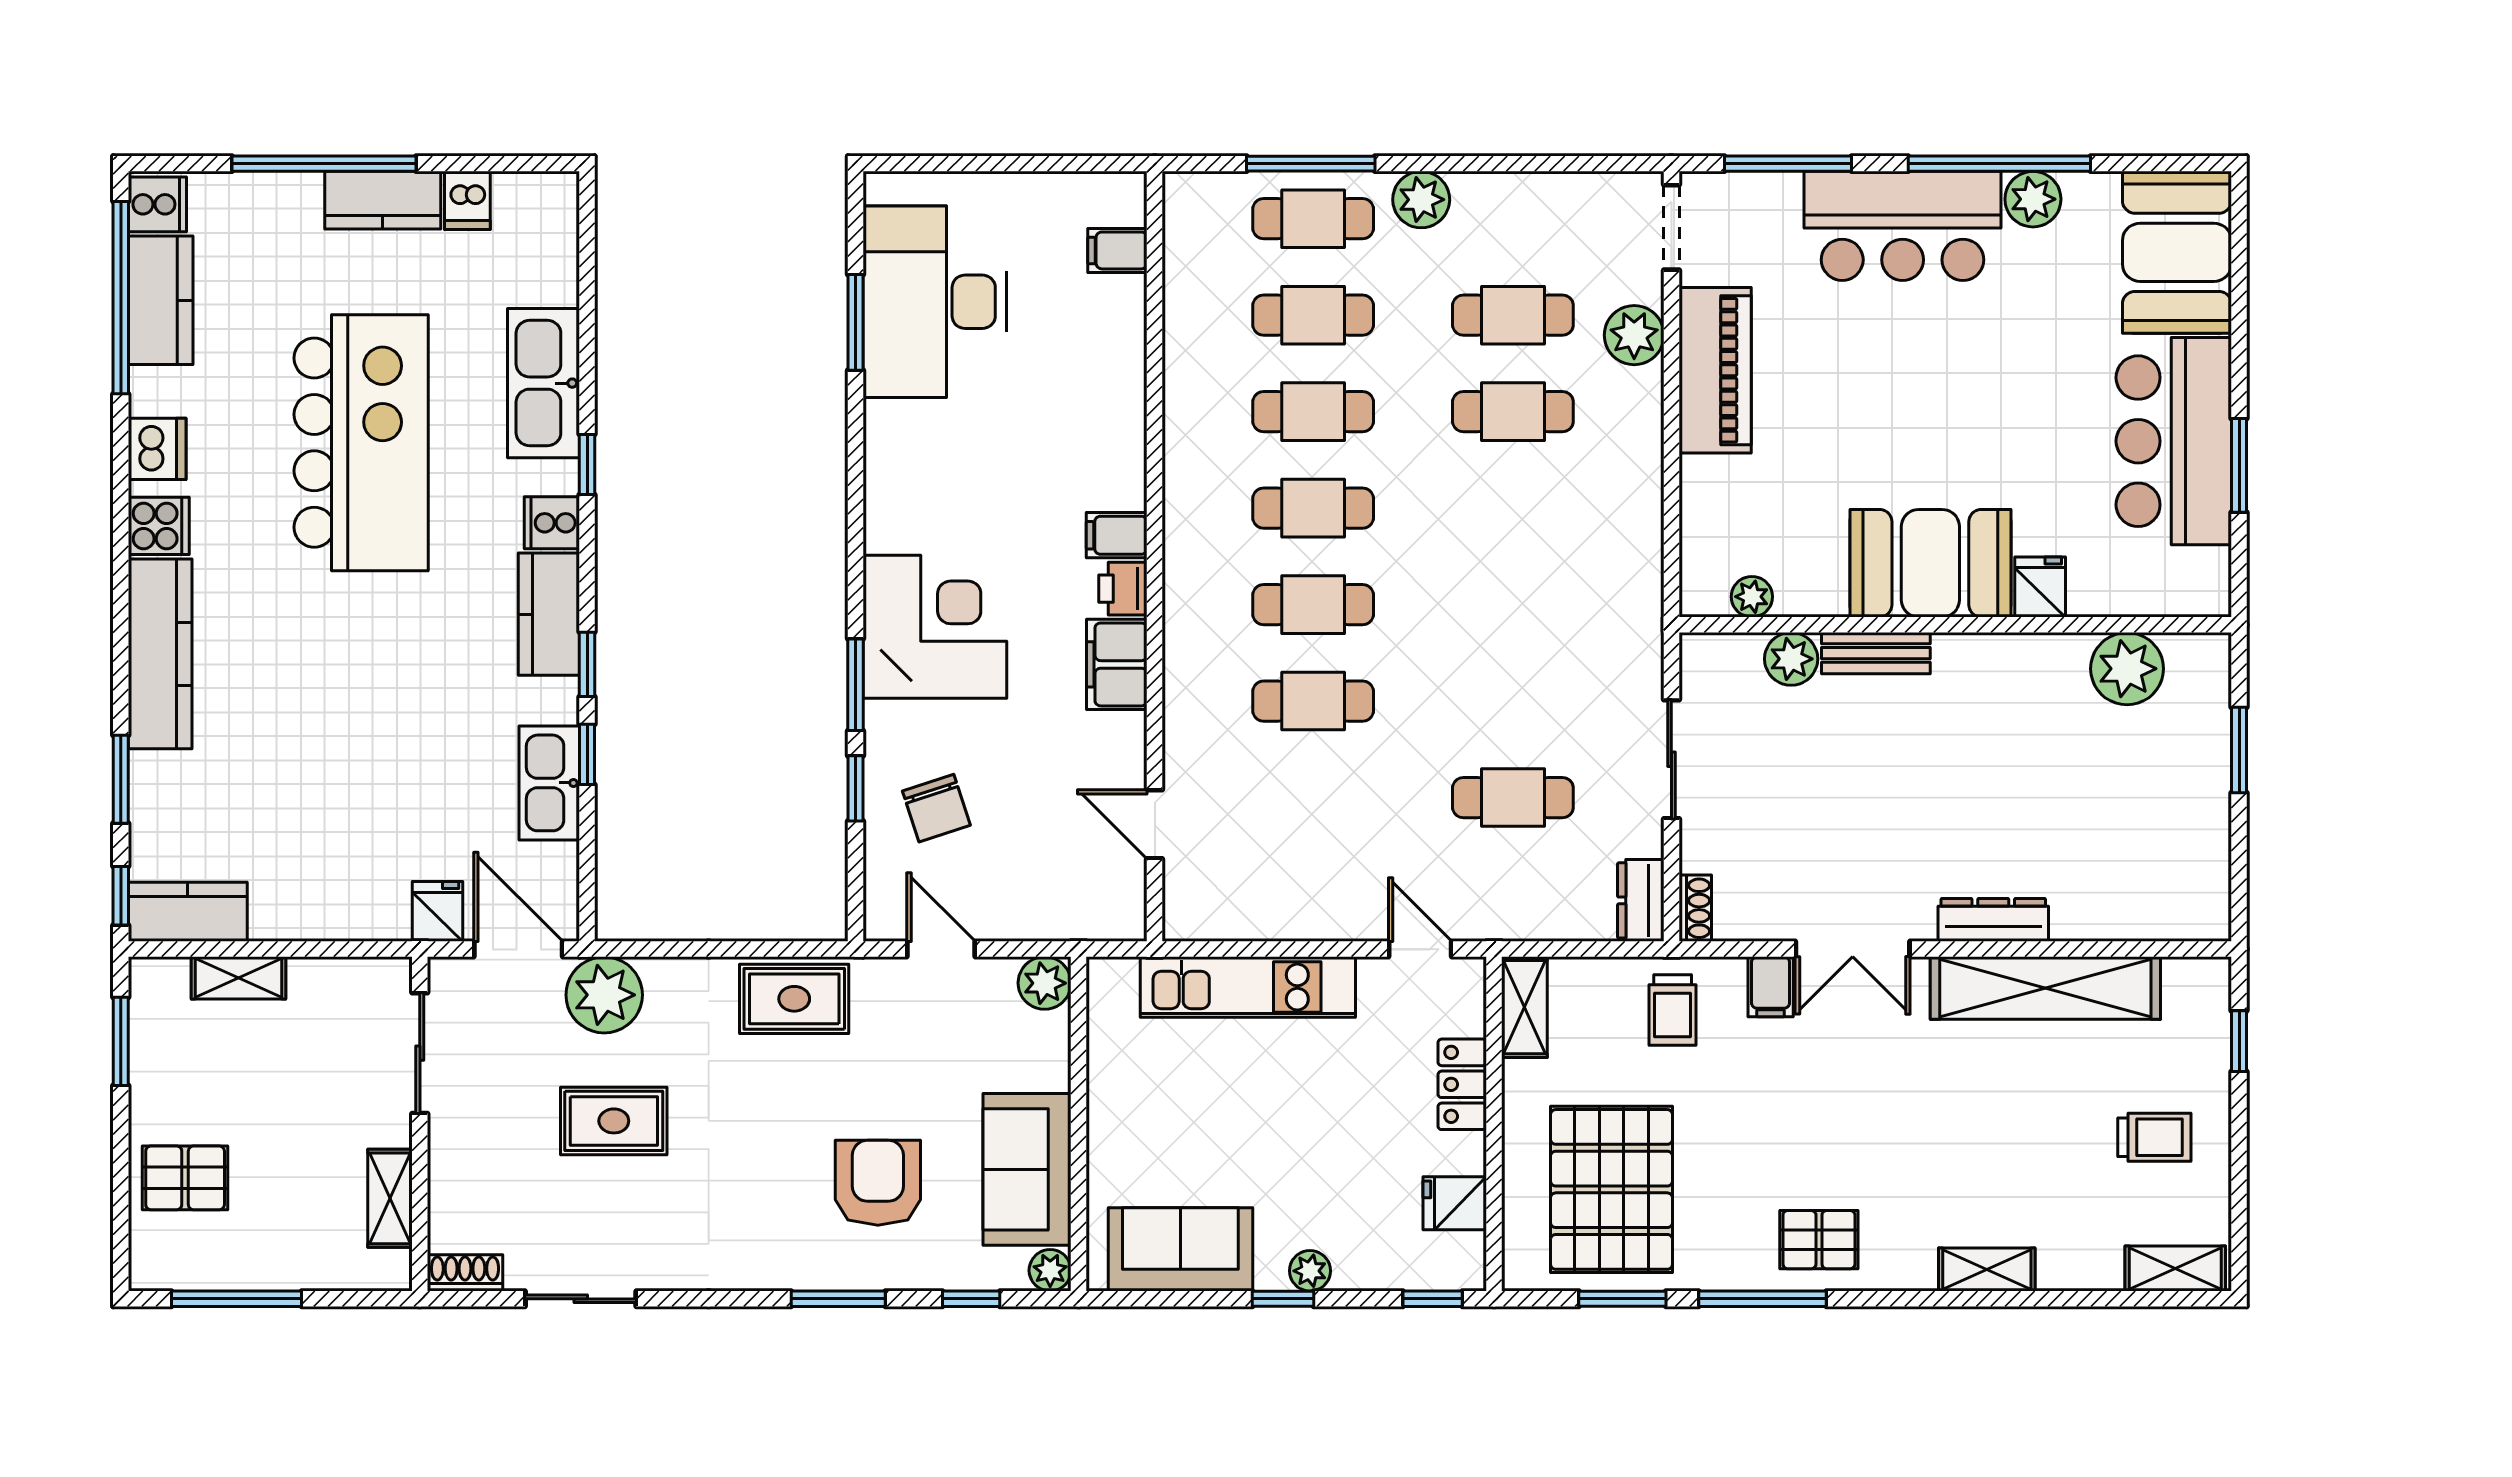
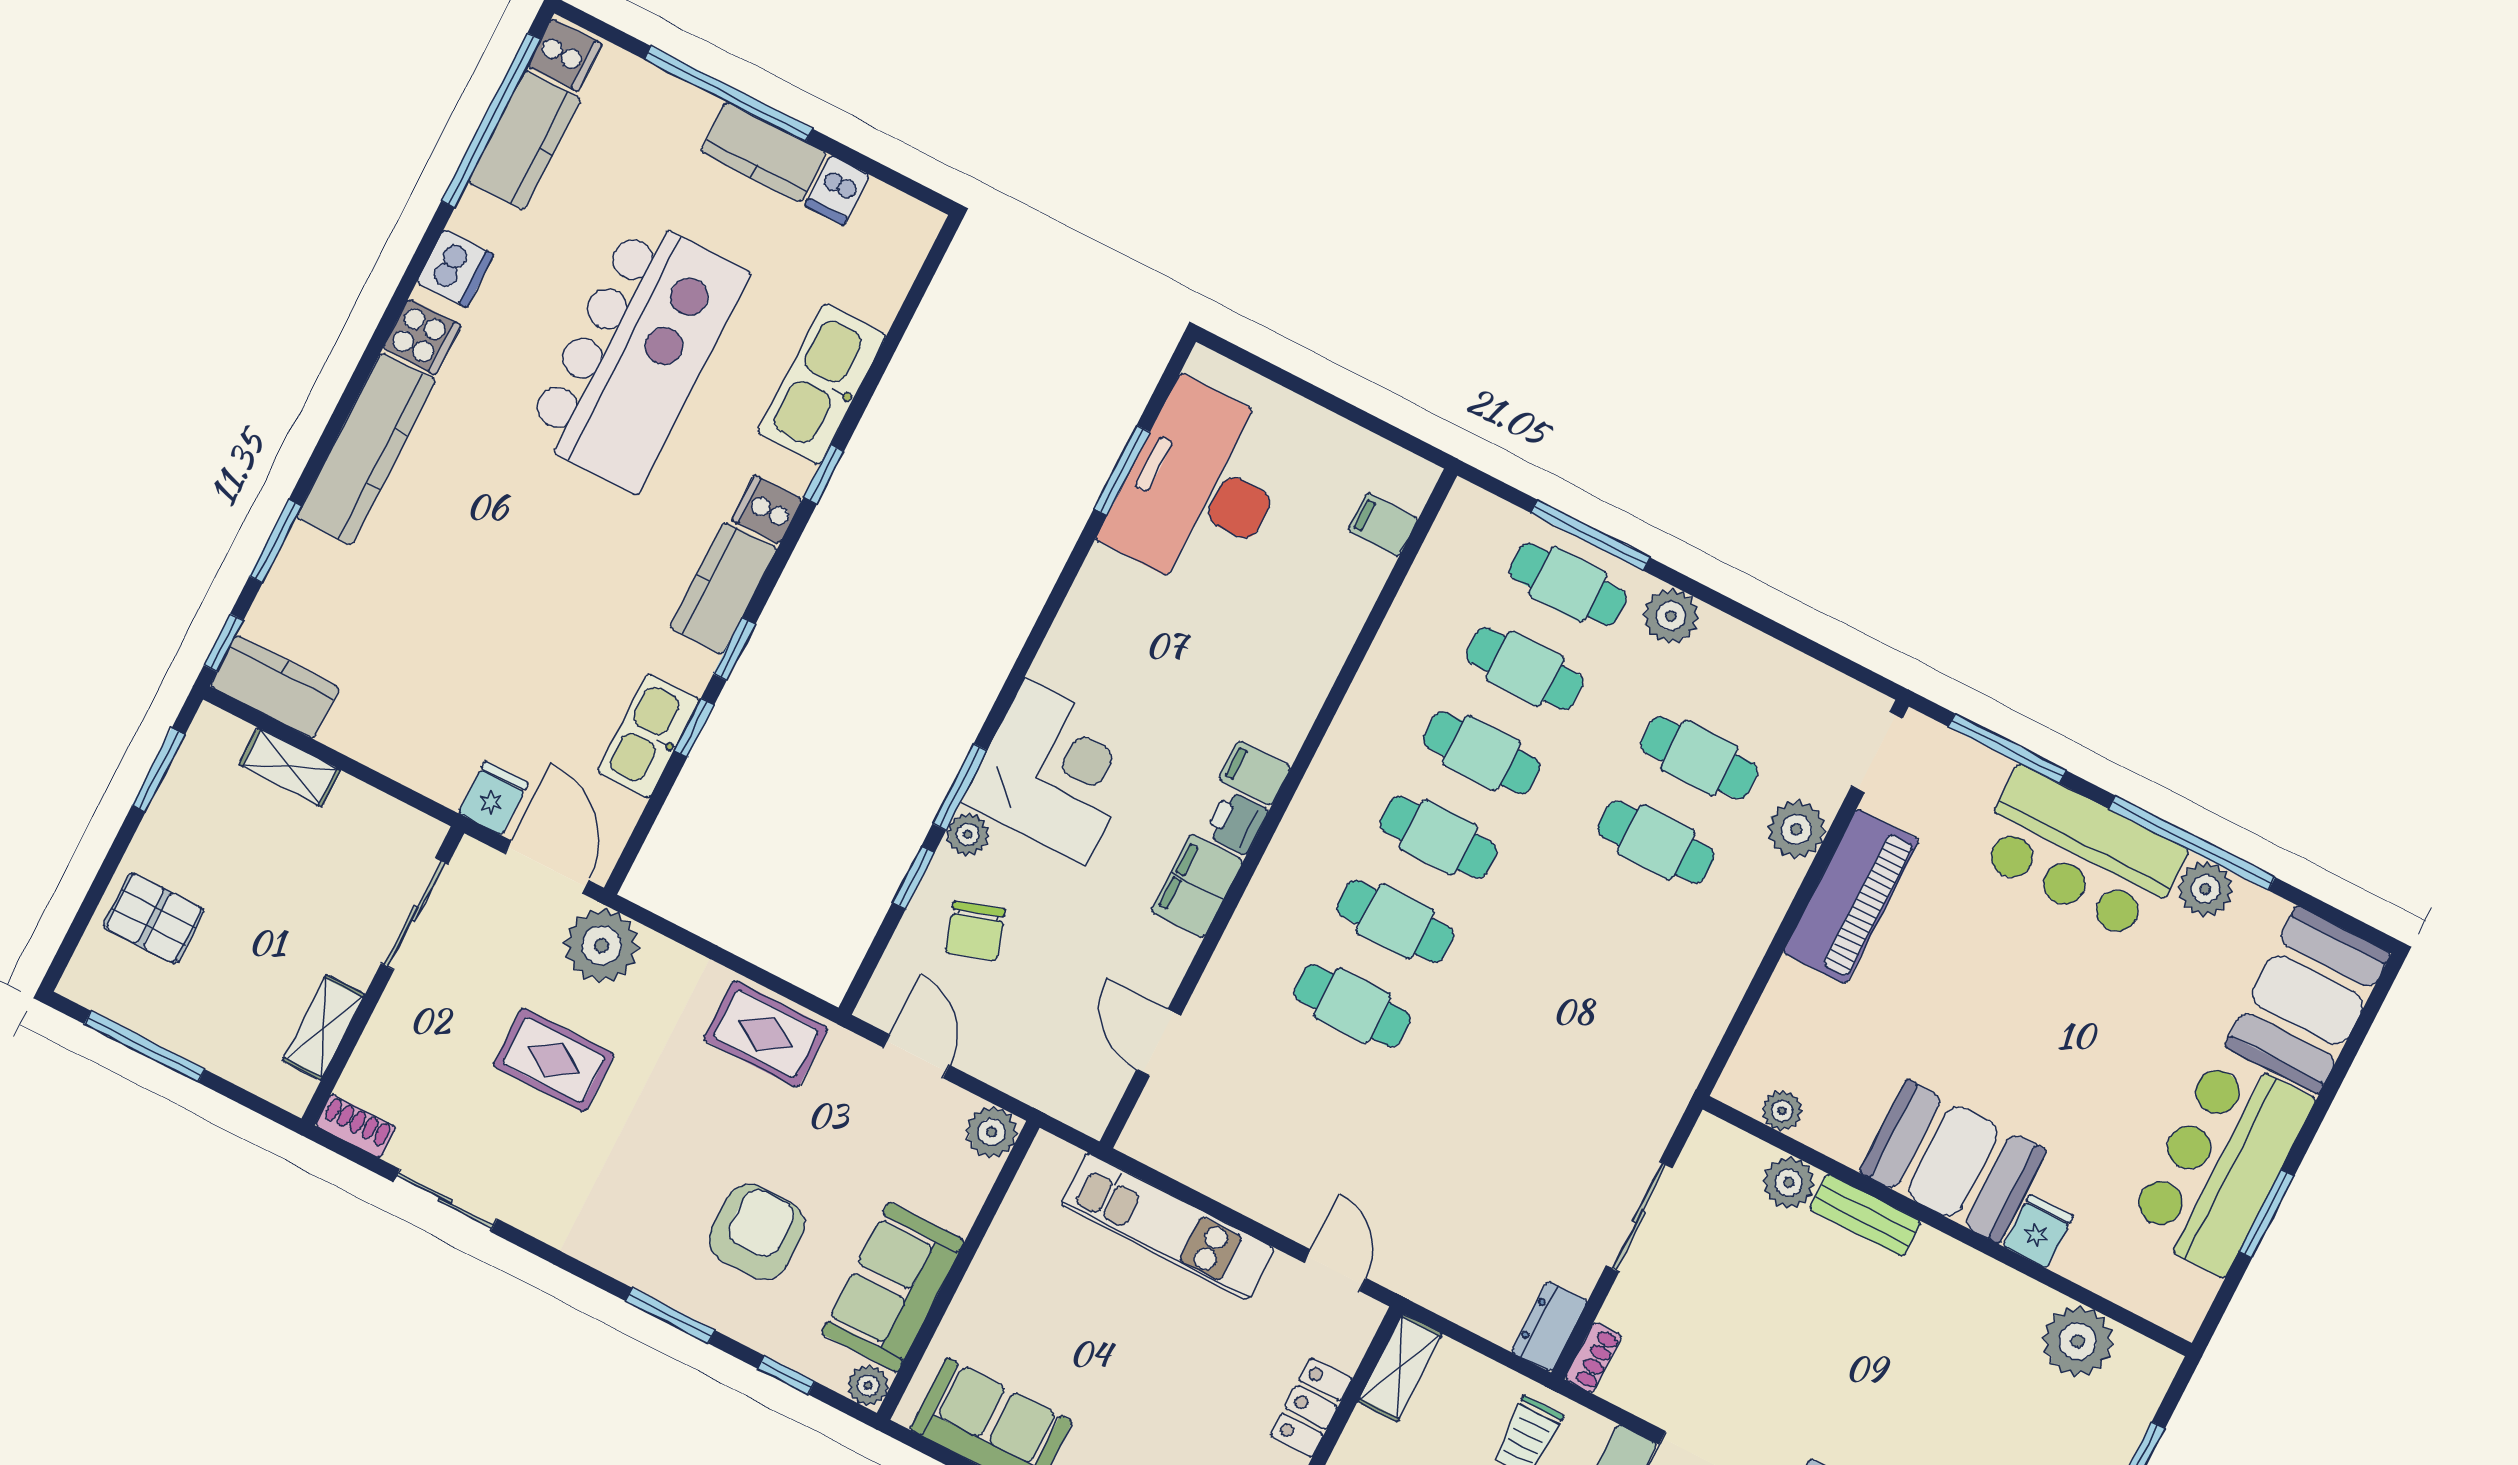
plant: (885, 724) -> (968, 834), added
cafe table: (1513, 798) -> (1484, 1179), removed

